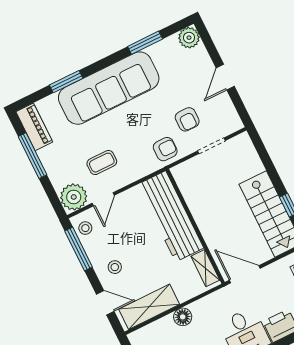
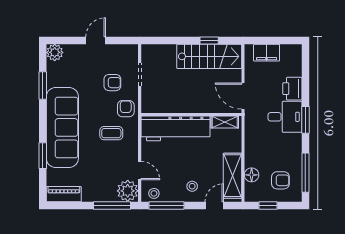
door: (225, 77) -> (96, 41), swing flipped
window: (32, 156) -> (112, 206), moved
coffee table: (102, 163) -> (111, 133), moved, turned 90
door: (245, 274) -> (243, 96), hinge flipped
floor lamp: (183, 317) -> (252, 175), moved

